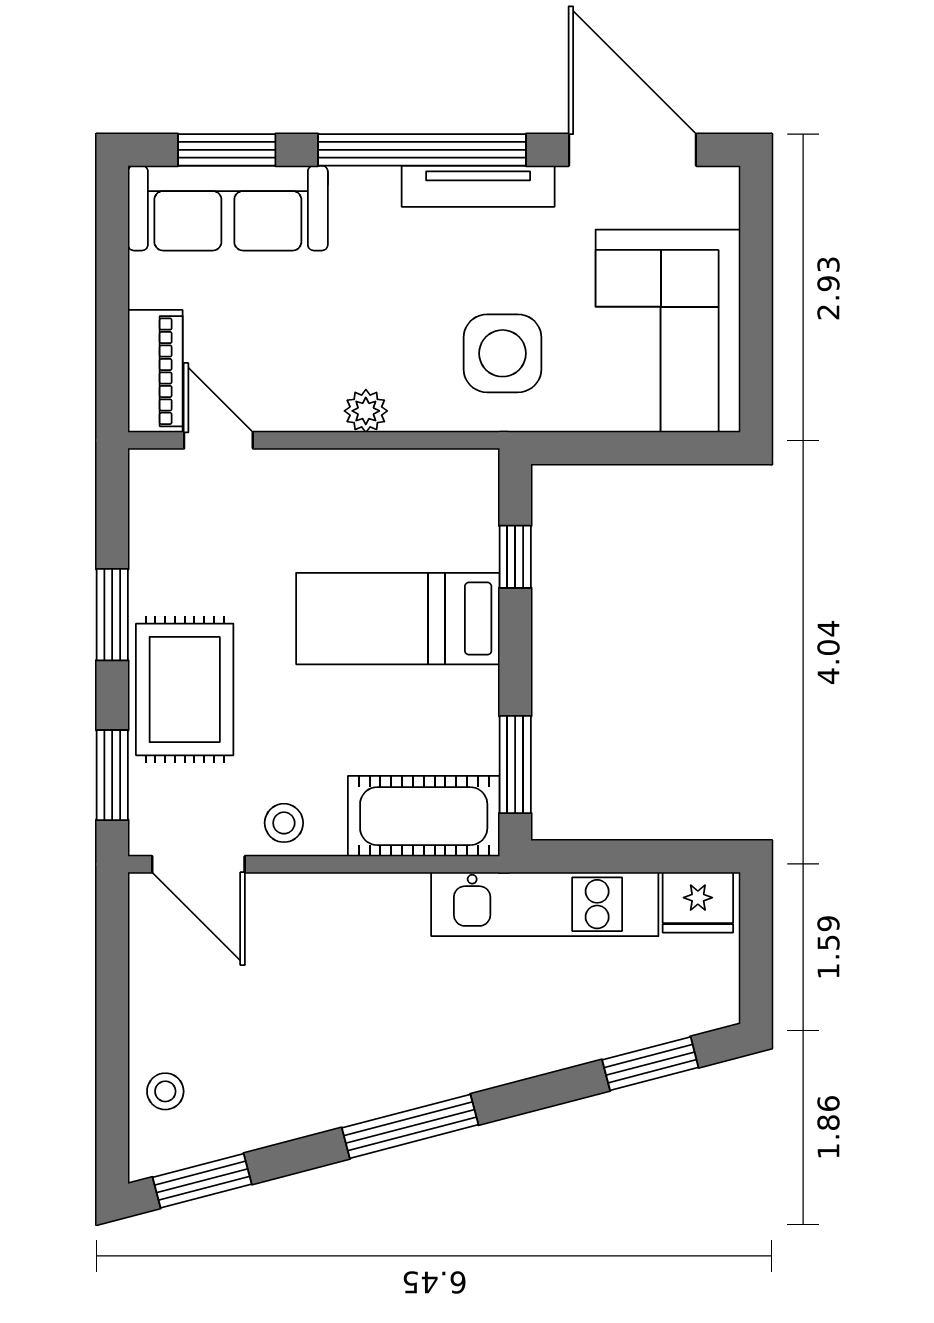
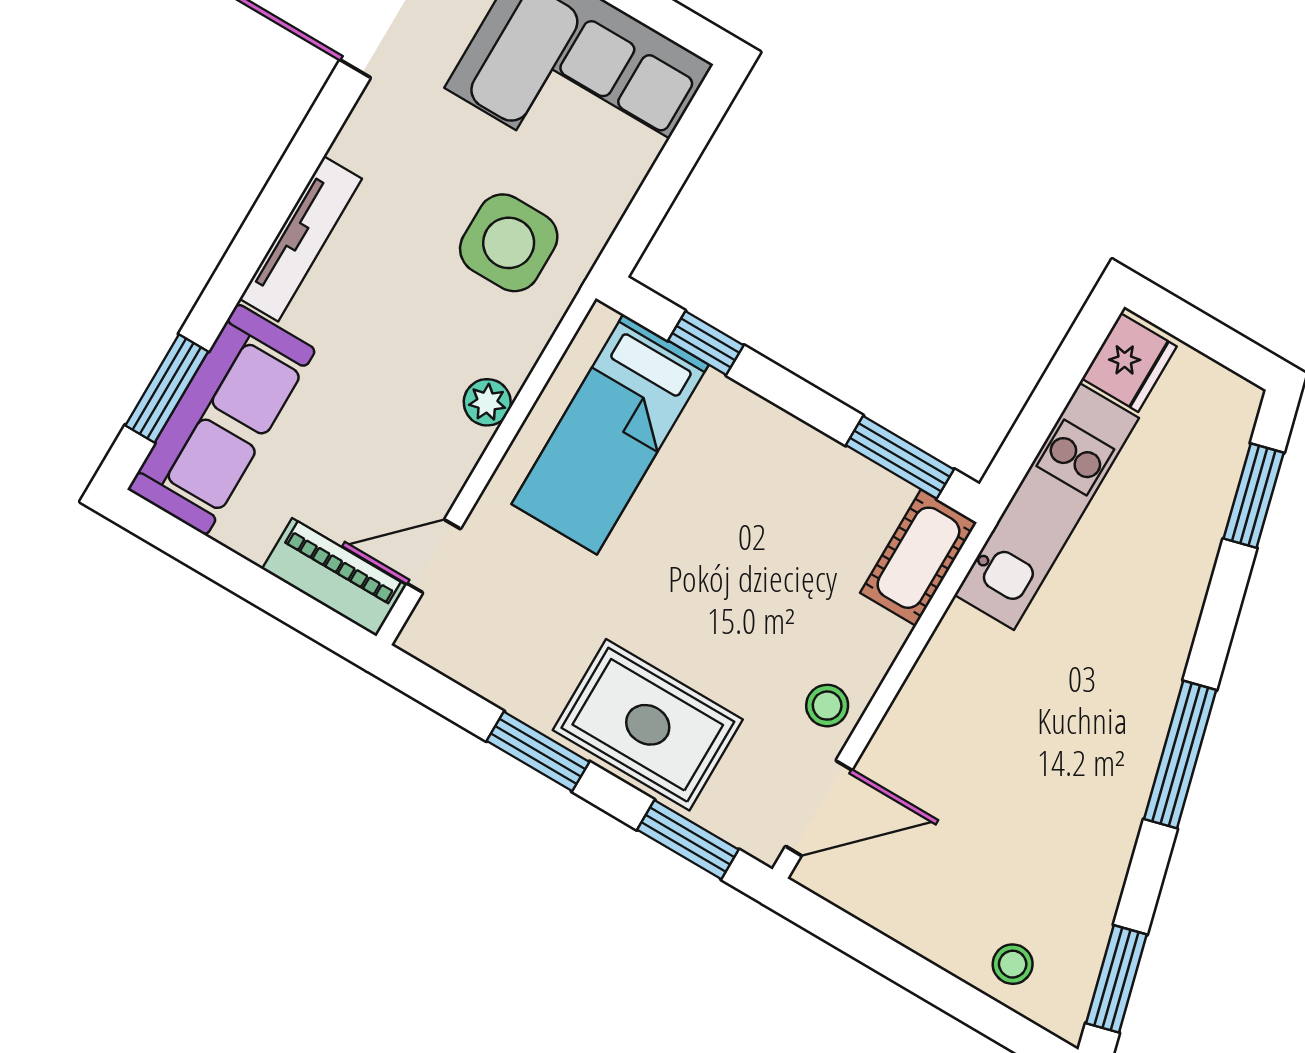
window: (422, 150) -> (274, 206), removed
tv unit: (478, 186) -> (301, 239), moved
bed: (398, 619) -> (610, 434), moved
cot: (424, 816) -> (918, 558), width x0.73, depth x0.75

